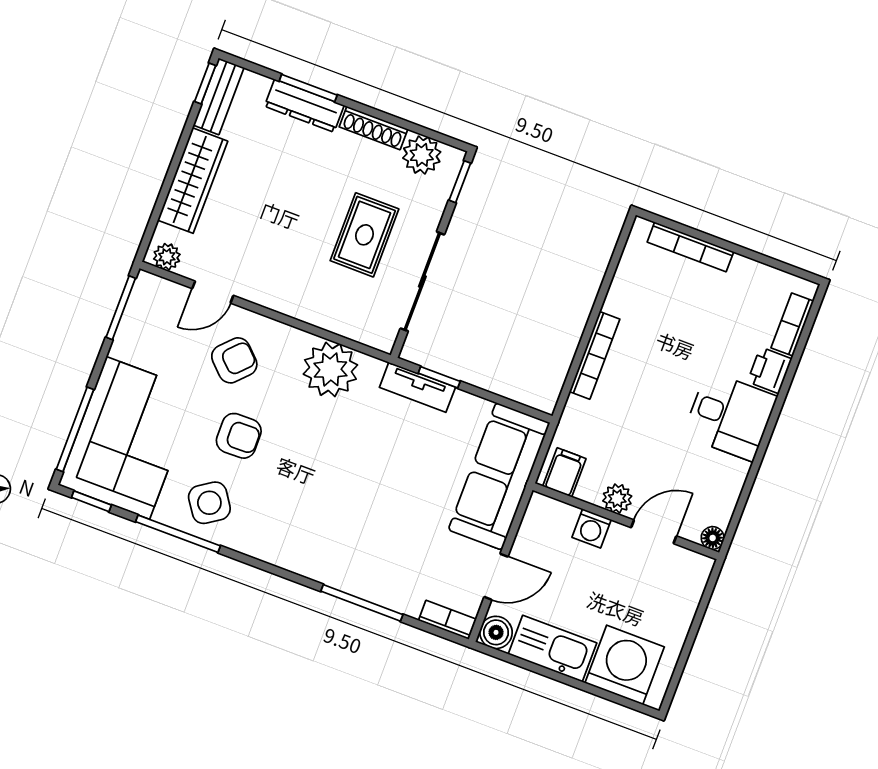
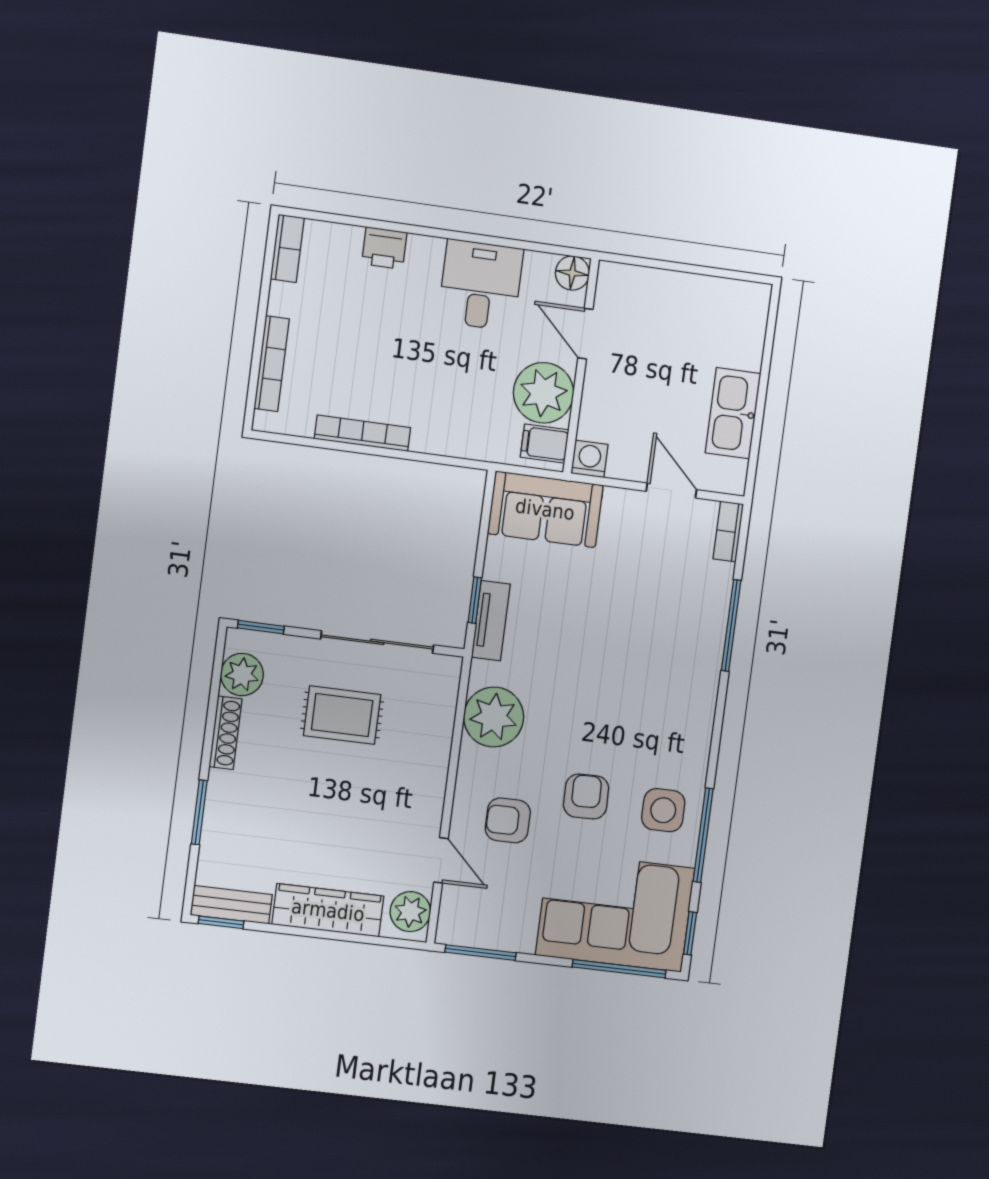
dresser: (304, 106) -> (219, 812), removed
plant: (167, 257) -> (410, 912), width x1.38, depth x1.38
bookcase: (792, 324) -> (287, 248), moved, turned -90
bookcase: (595, 355) -> (362, 433), moved
armchair: (234, 360) -> (508, 820), turned -44
desk: (730, 416) -> (481, 285), moved
sofa: (499, 476) -> (545, 509), width x0.73
plant: (617, 499) -> (543, 393), width x1.88, depth x1.88
side table: (209, 503) -> (663, 810), turned 34
washing machine: (592, 528) -> (590, 459), moved, turned -90
floor lamp: (713, 538) -> (572, 273), width x1.37, depth x1.37
boiler: (496, 632) -> (730, 477), removed
washing machine: (625, 665) -> (733, 333), removed

